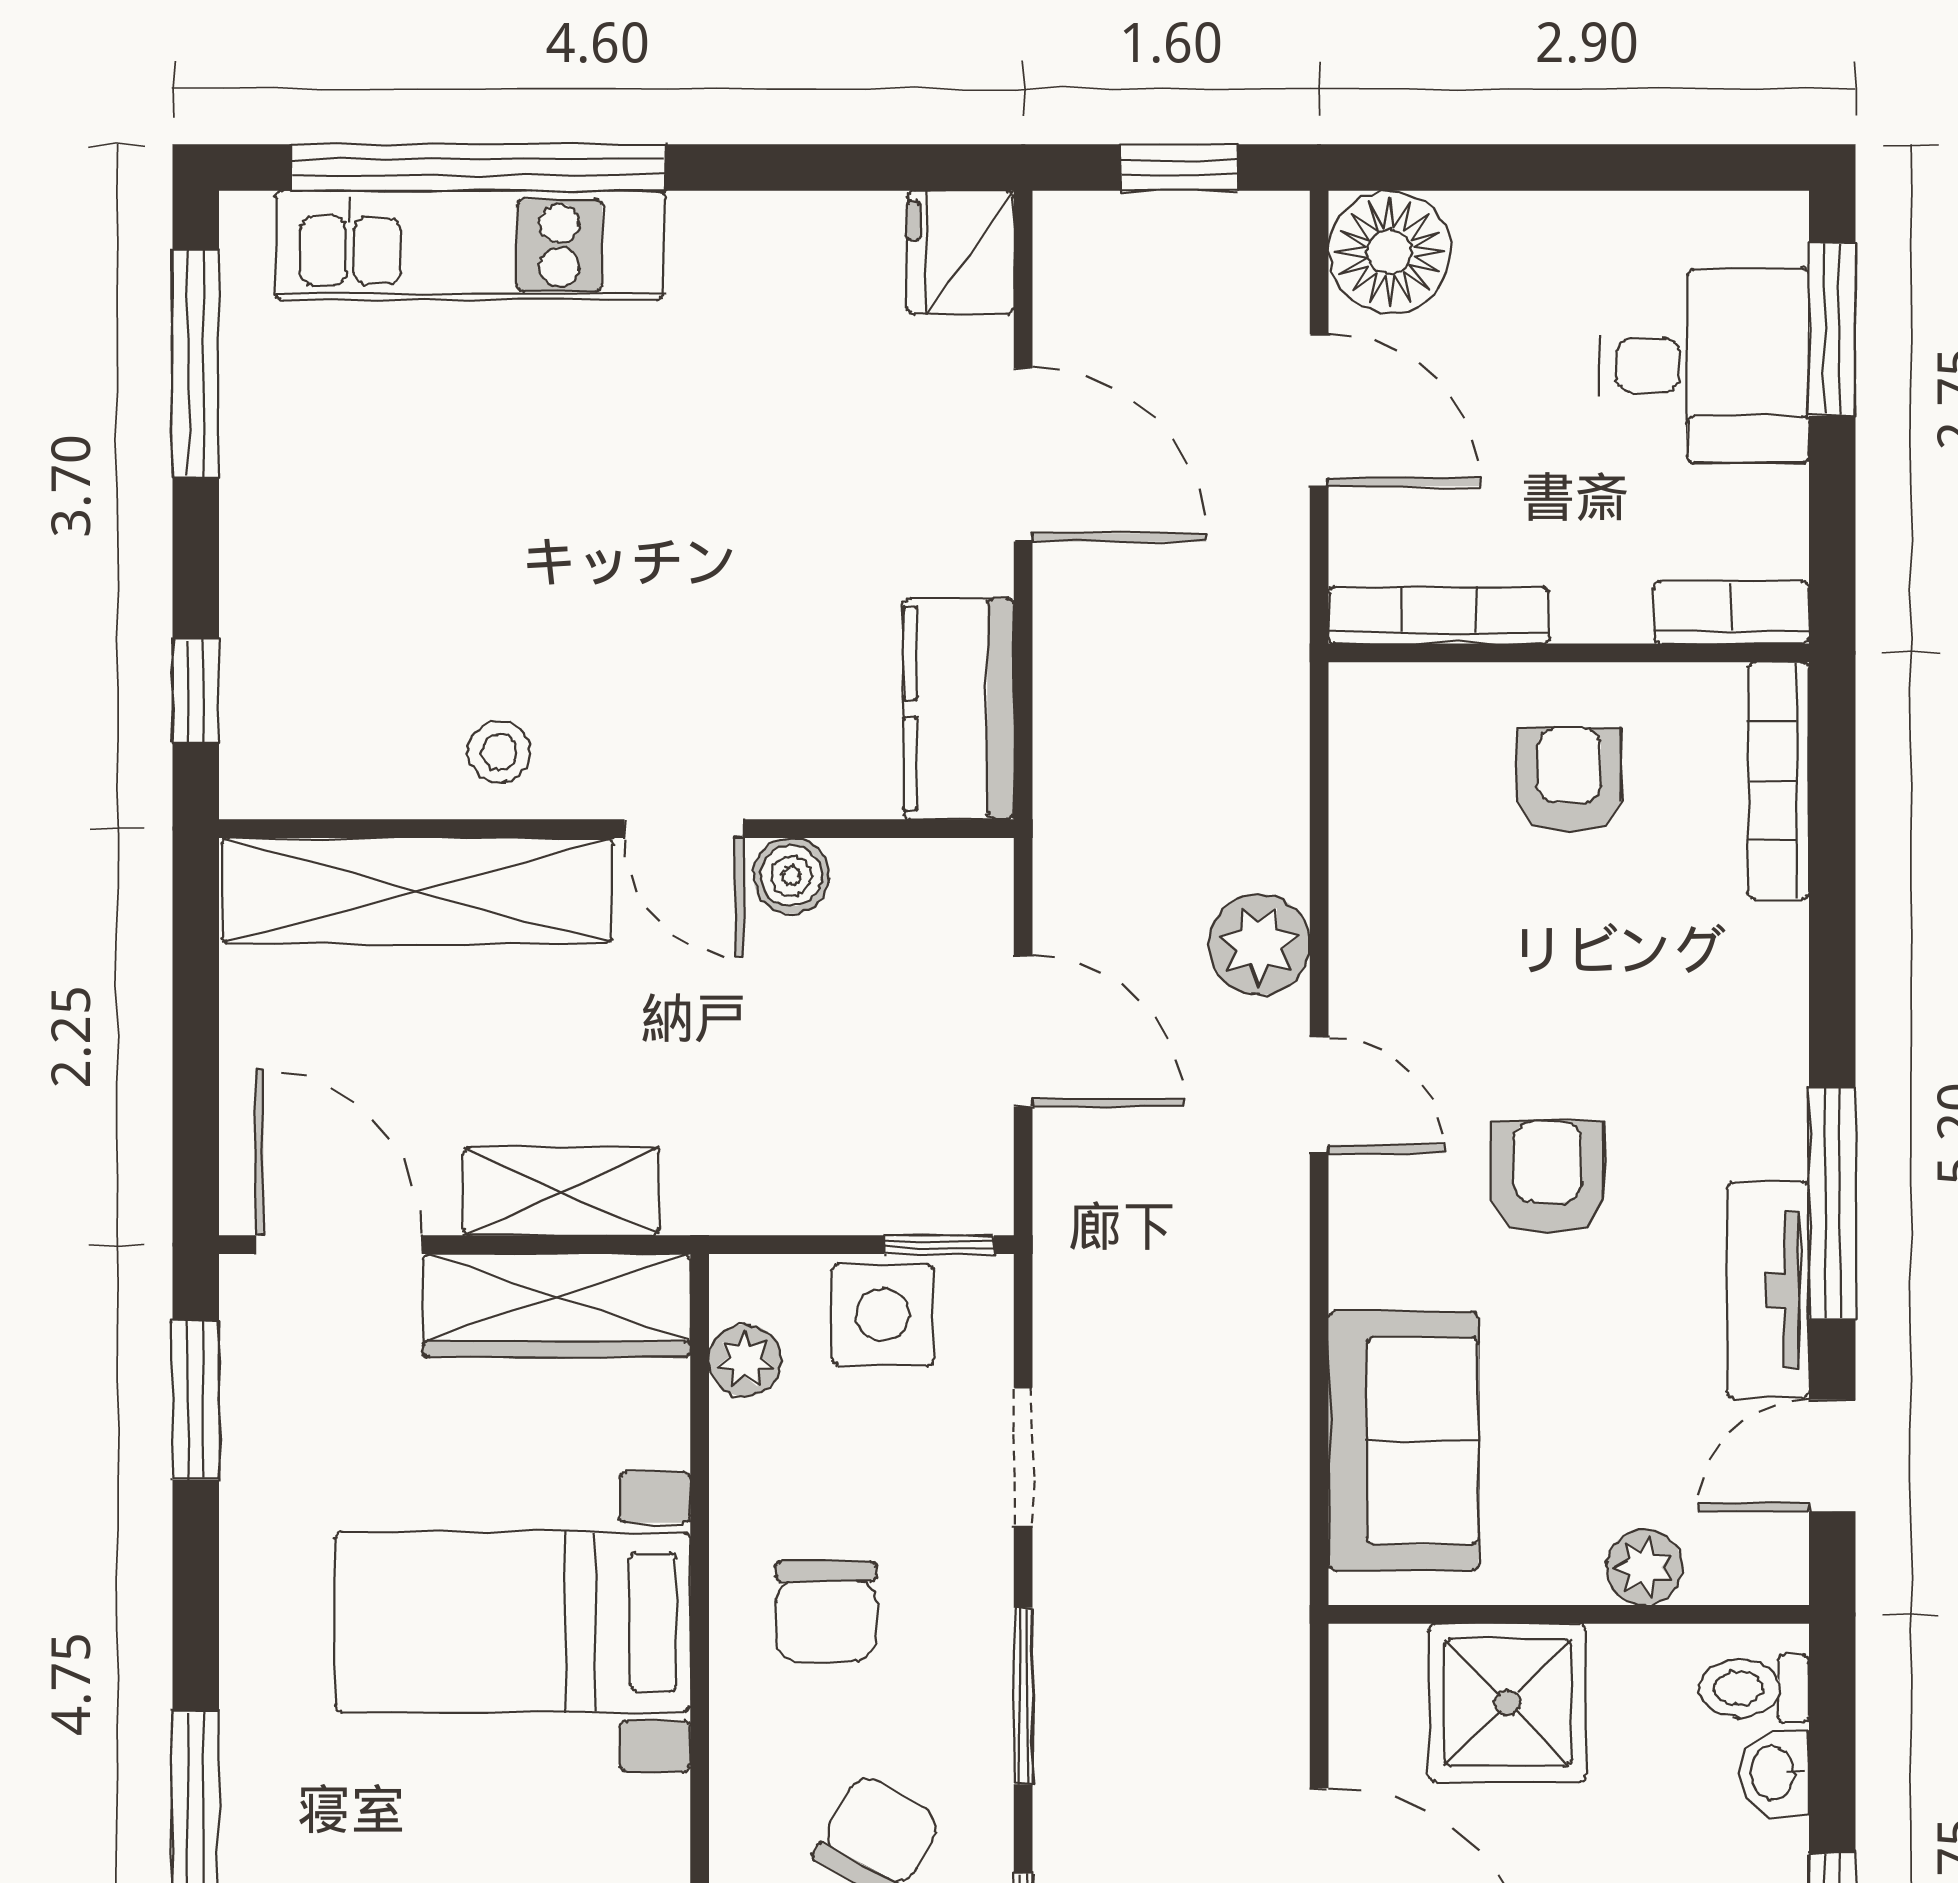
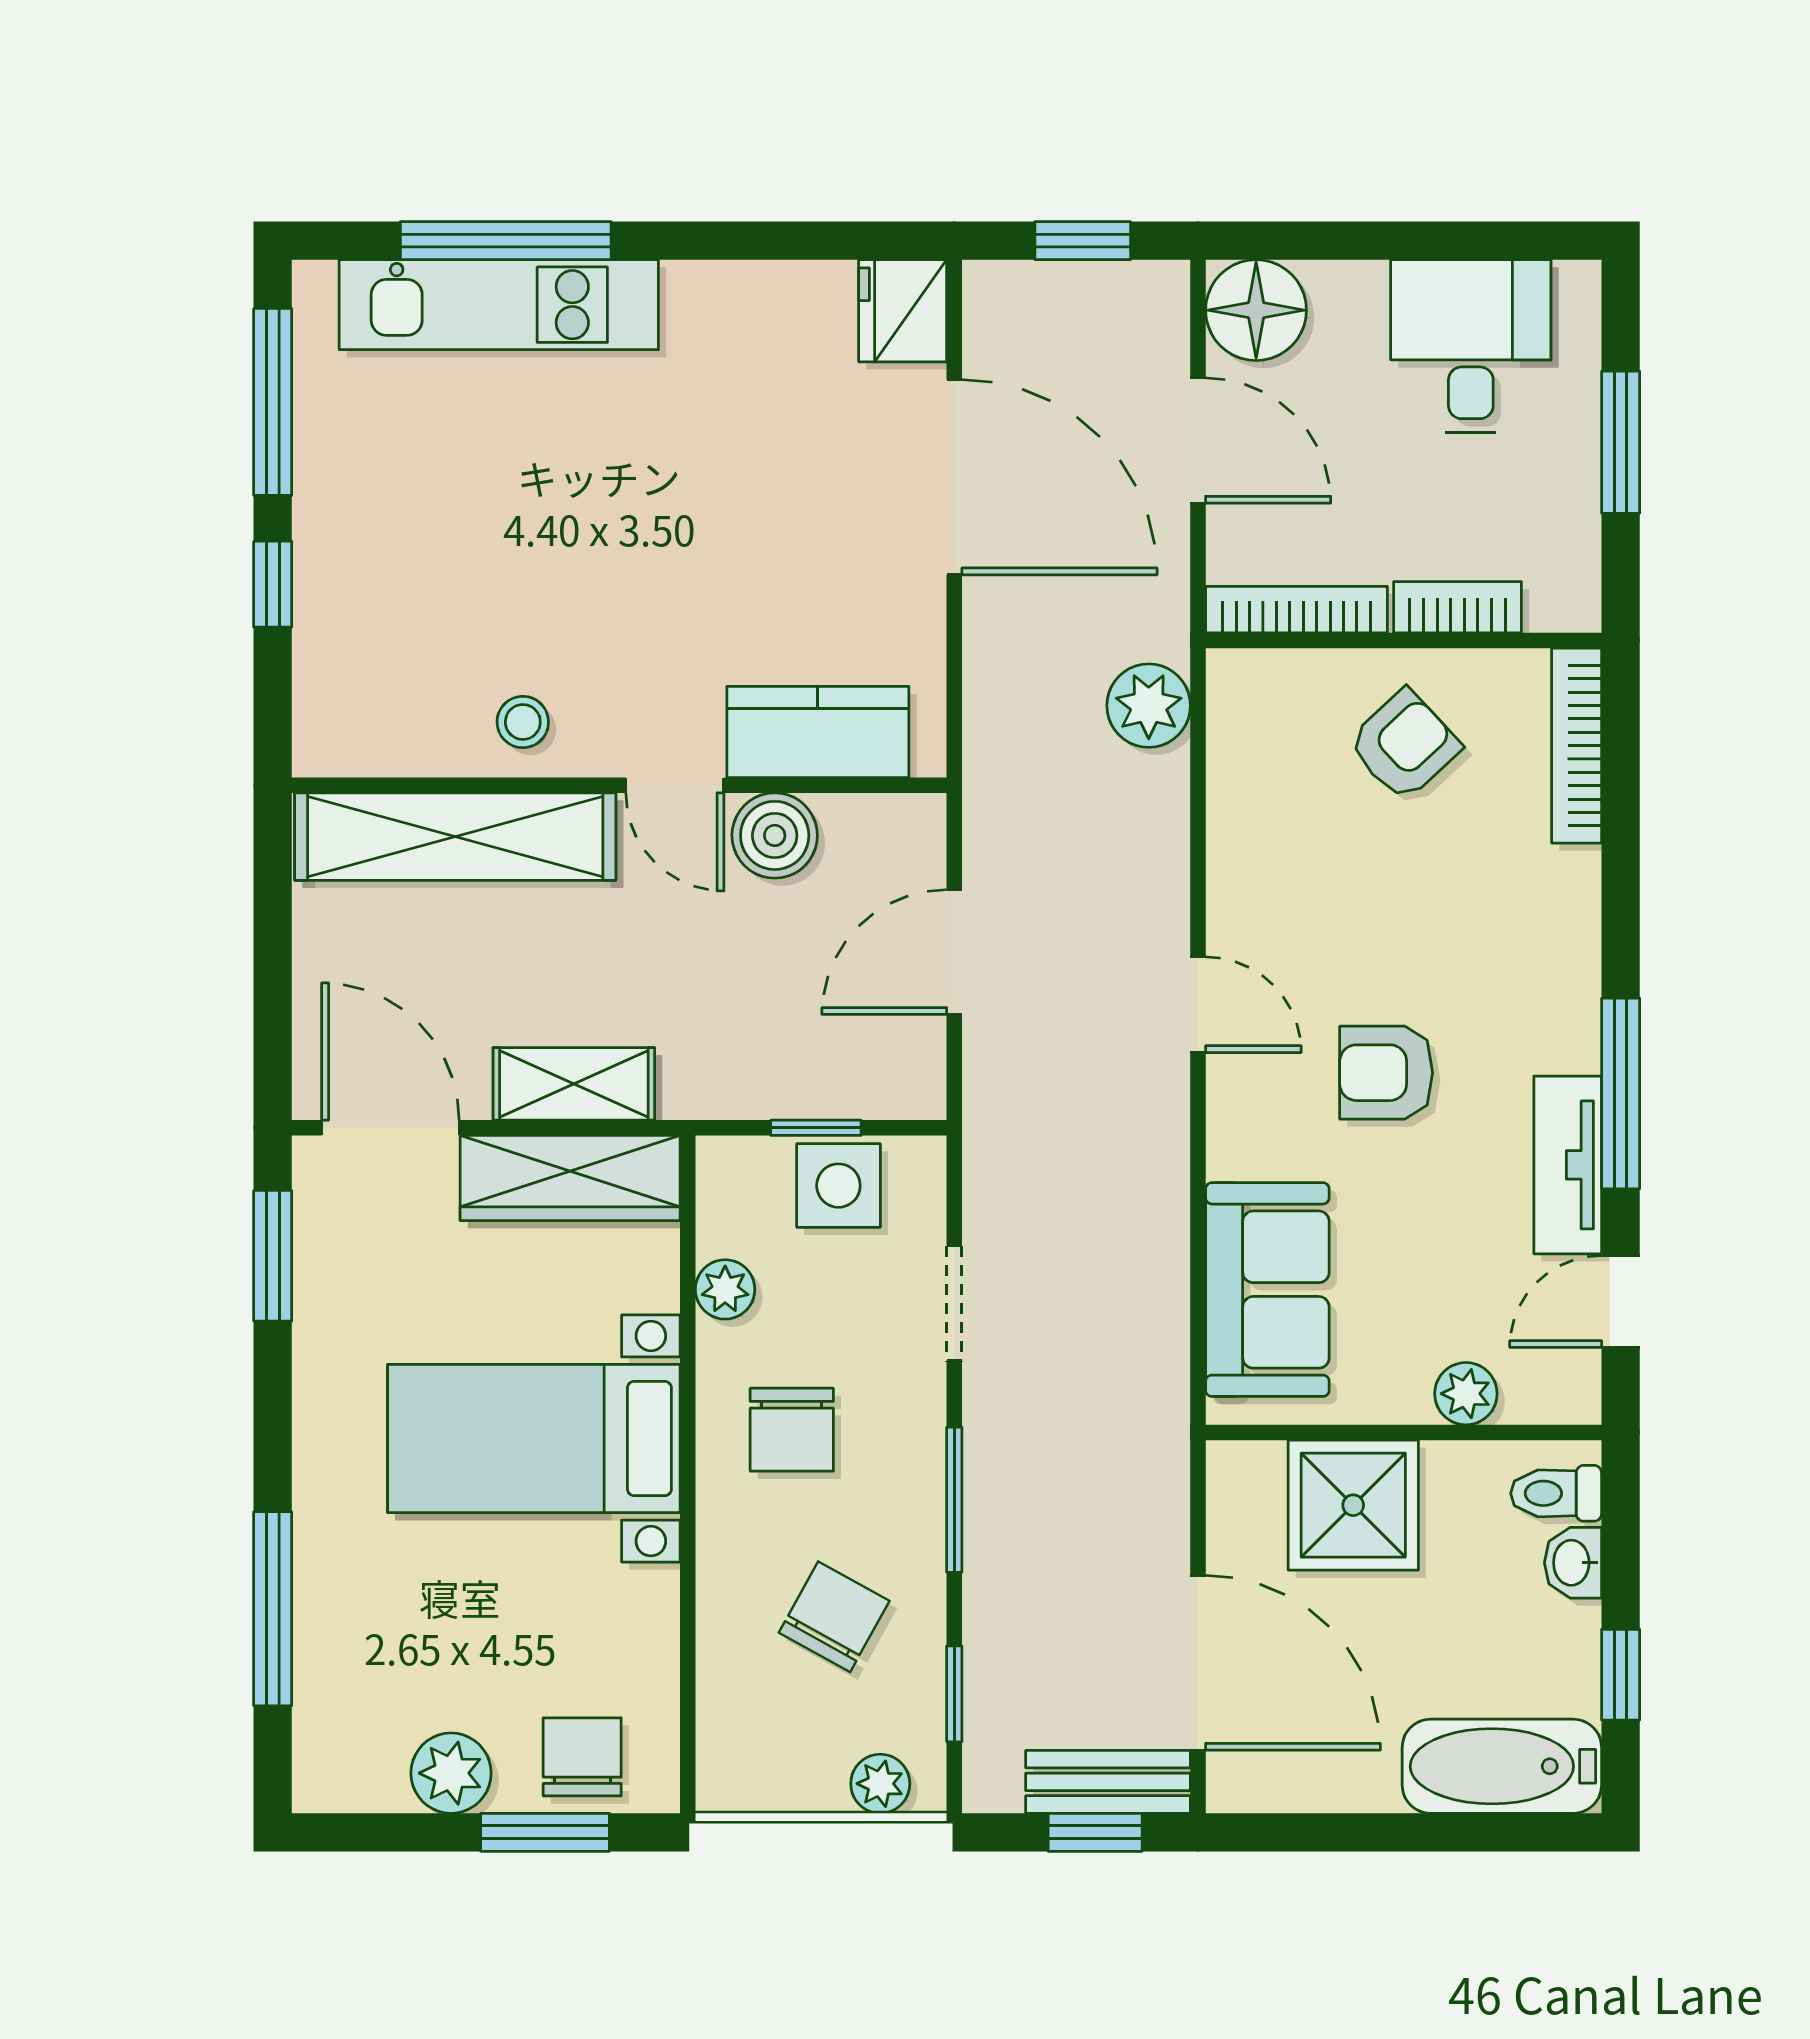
window: (479, 167) -> (506, 241), width x0.68
window: (1832, 329) -> (1621, 442), moved
desk: (1704, 365) -> (1471, 346), moved, turned -90
door: (1023, 455) -> (954, 477), width x1.36
bookcase: (1731, 613) -> (1458, 607), moved
window: (196, 691) -> (273, 584), moved
kitchen counter: (959, 709) -> (818, 732), moved, turned 90
armchair: (1569, 780) -> (1404, 745), turned 47
boiler: (791, 876) -> (775, 835), width x1.36, depth x1.36
plant: (1259, 945) -> (1149, 706), moved
door: (1023, 1031) -> (954, 952), swing flipped
armchair: (1548, 1178) -> (1386, 1073), turned -90
window: (939, 1245) -> (816, 1128), moved
plant: (745, 1360) -> (725, 1289), moved

